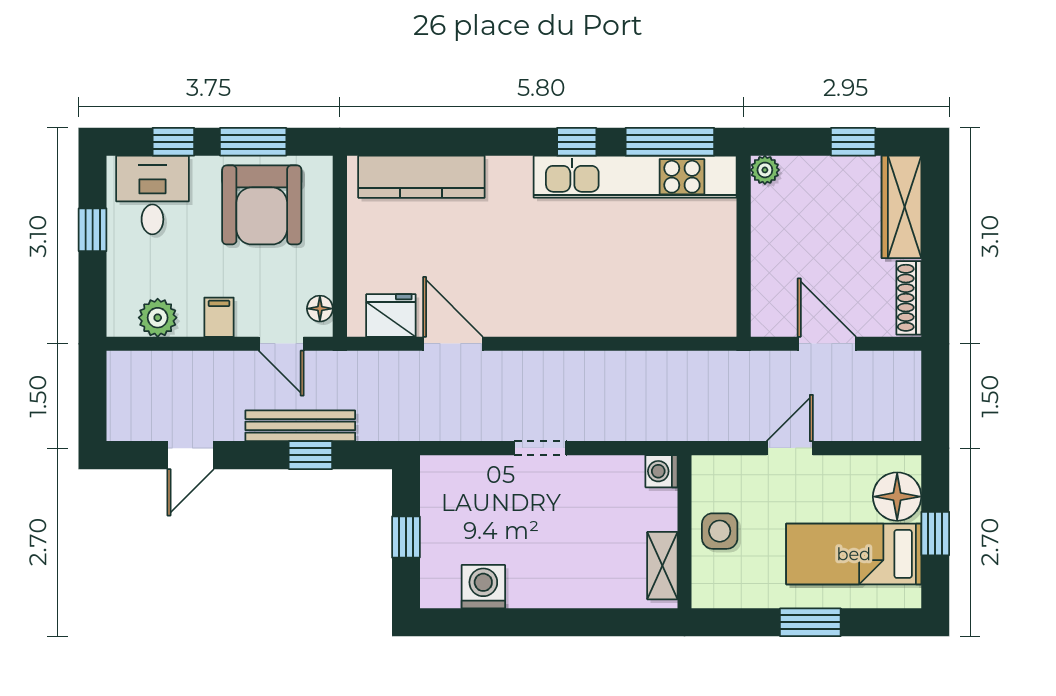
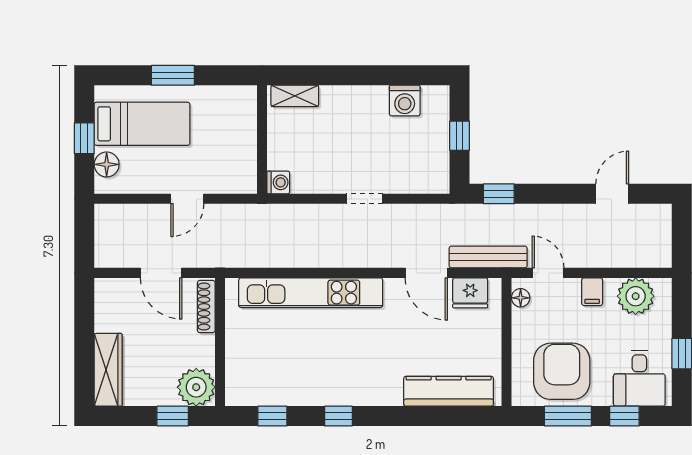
window: (670, 142) -> (272, 416), width x0.46
window: (853, 142) -> (173, 416), moved
plant: (765, 170) -> (196, 387), width x1.88, depth x1.88
kitchen unit: (635, 177) -> (311, 293), moved, turned 180
shoe rack: (909, 298) -> (206, 306), moved, turned 180
plant: (158, 318) -> (636, 296), width x1.36, depth x1.36
bench: (300, 426) -> (488, 257), moved
window: (310, 455) -> (499, 194), moved
floor lamp: (897, 497) -> (107, 164), width x0.73, depth x0.73
side table: (720, 531) -> (237, 140), removed
shelving: (662, 566) -> (295, 96), moved, turned 90

